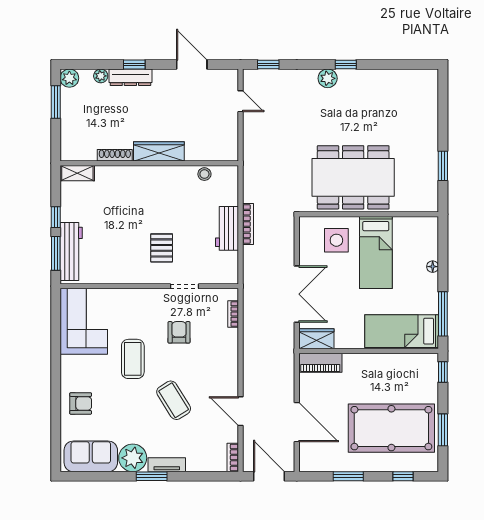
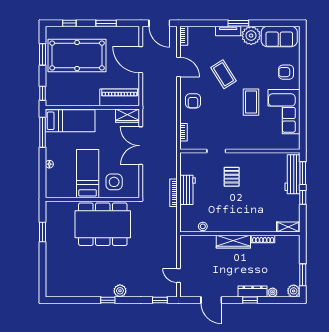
corner sofa: (84, 321) -> (284, 112), moved
armchair: (179, 332) -> (193, 101), moved
piano: (320, 363) -> (120, 97), width x1.37, depth x1.33

